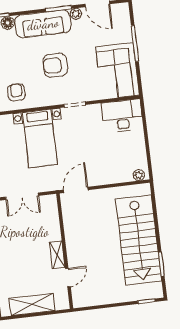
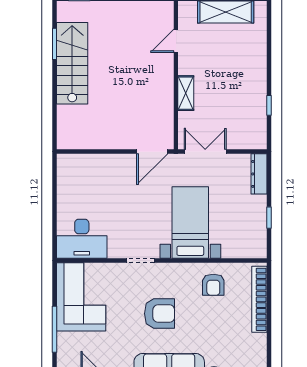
plant: (139, 175) -> (70, 161), removed
double door: (22, 196) -> (205, 152), moved
stairs: (139, 240) -> (72, 63), width x0.73, depth x0.66
shelving: (57, 255) -> (186, 93), moved

